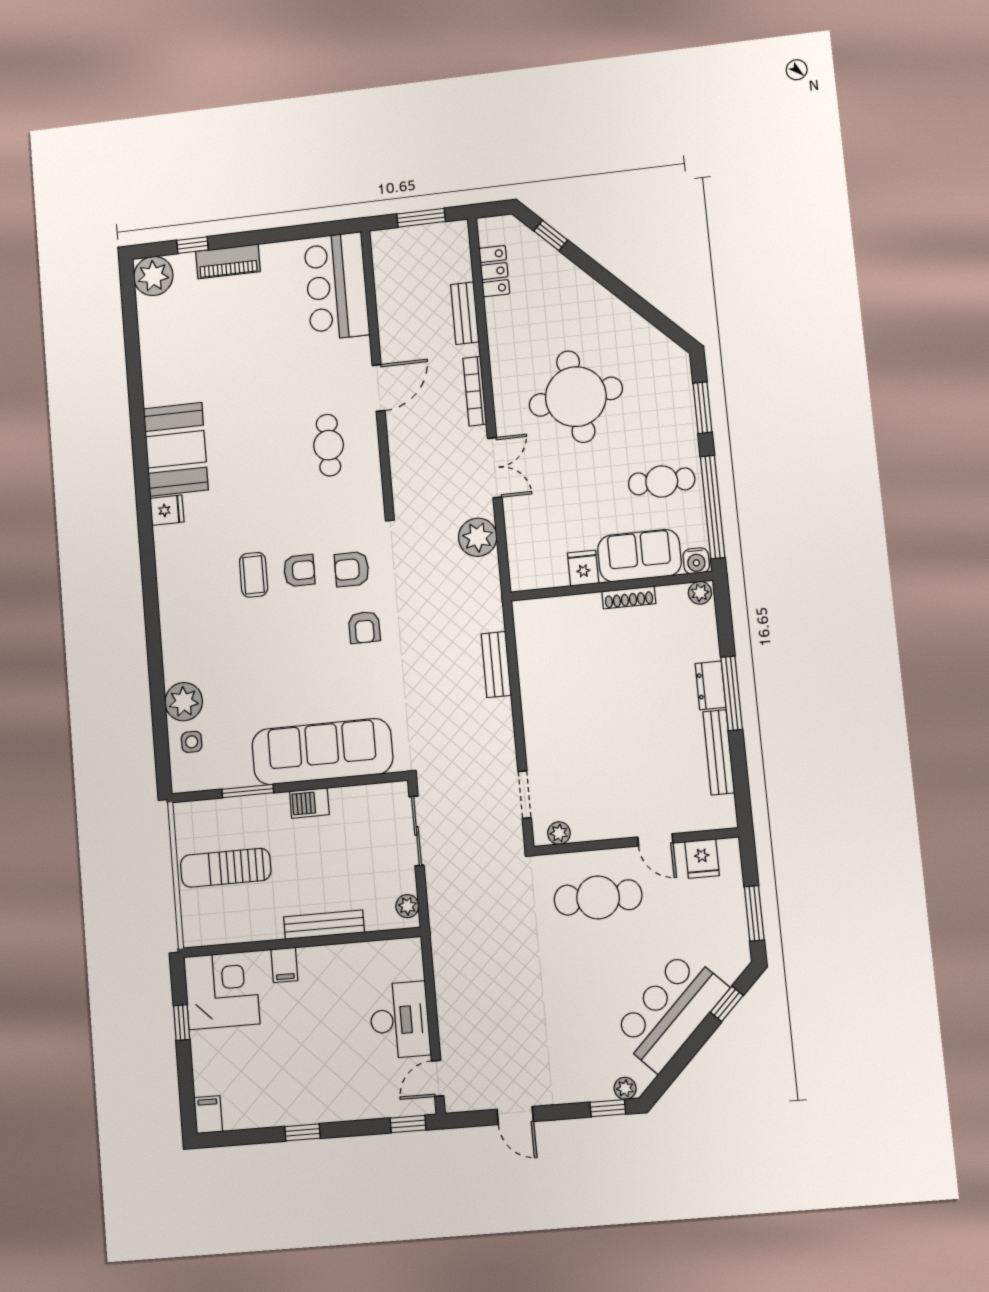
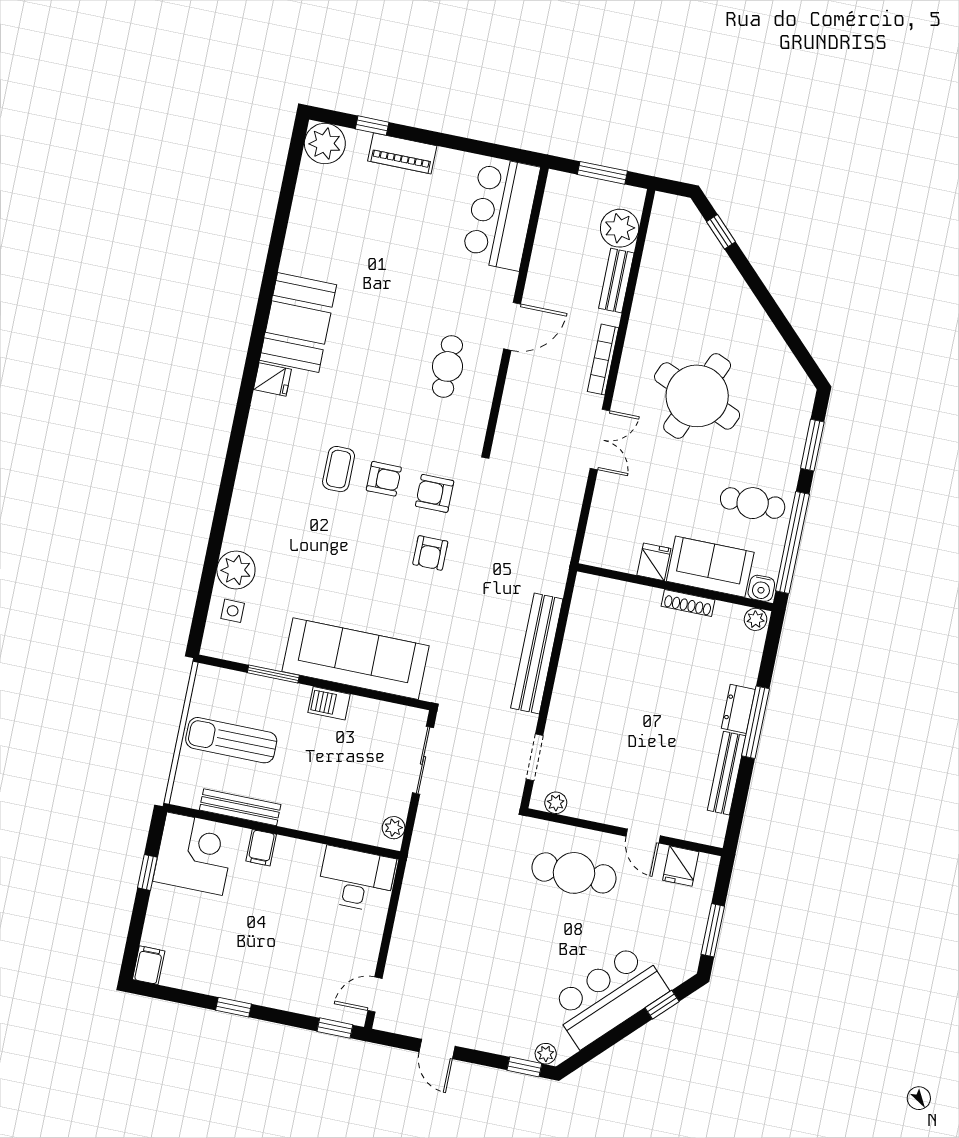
locker: (494, 271) -> (657, 249), removed
round table: (576, 397) -> (697, 396), turned 30
plant: (478, 537) -> (620, 228), moved
bench: (496, 664) -> (537, 653), width x1.86, depth x1.21
bench: (324, 925) -> (240, 807), moved
desk: (400, 1020) -> (356, 879), moved, turned -90

